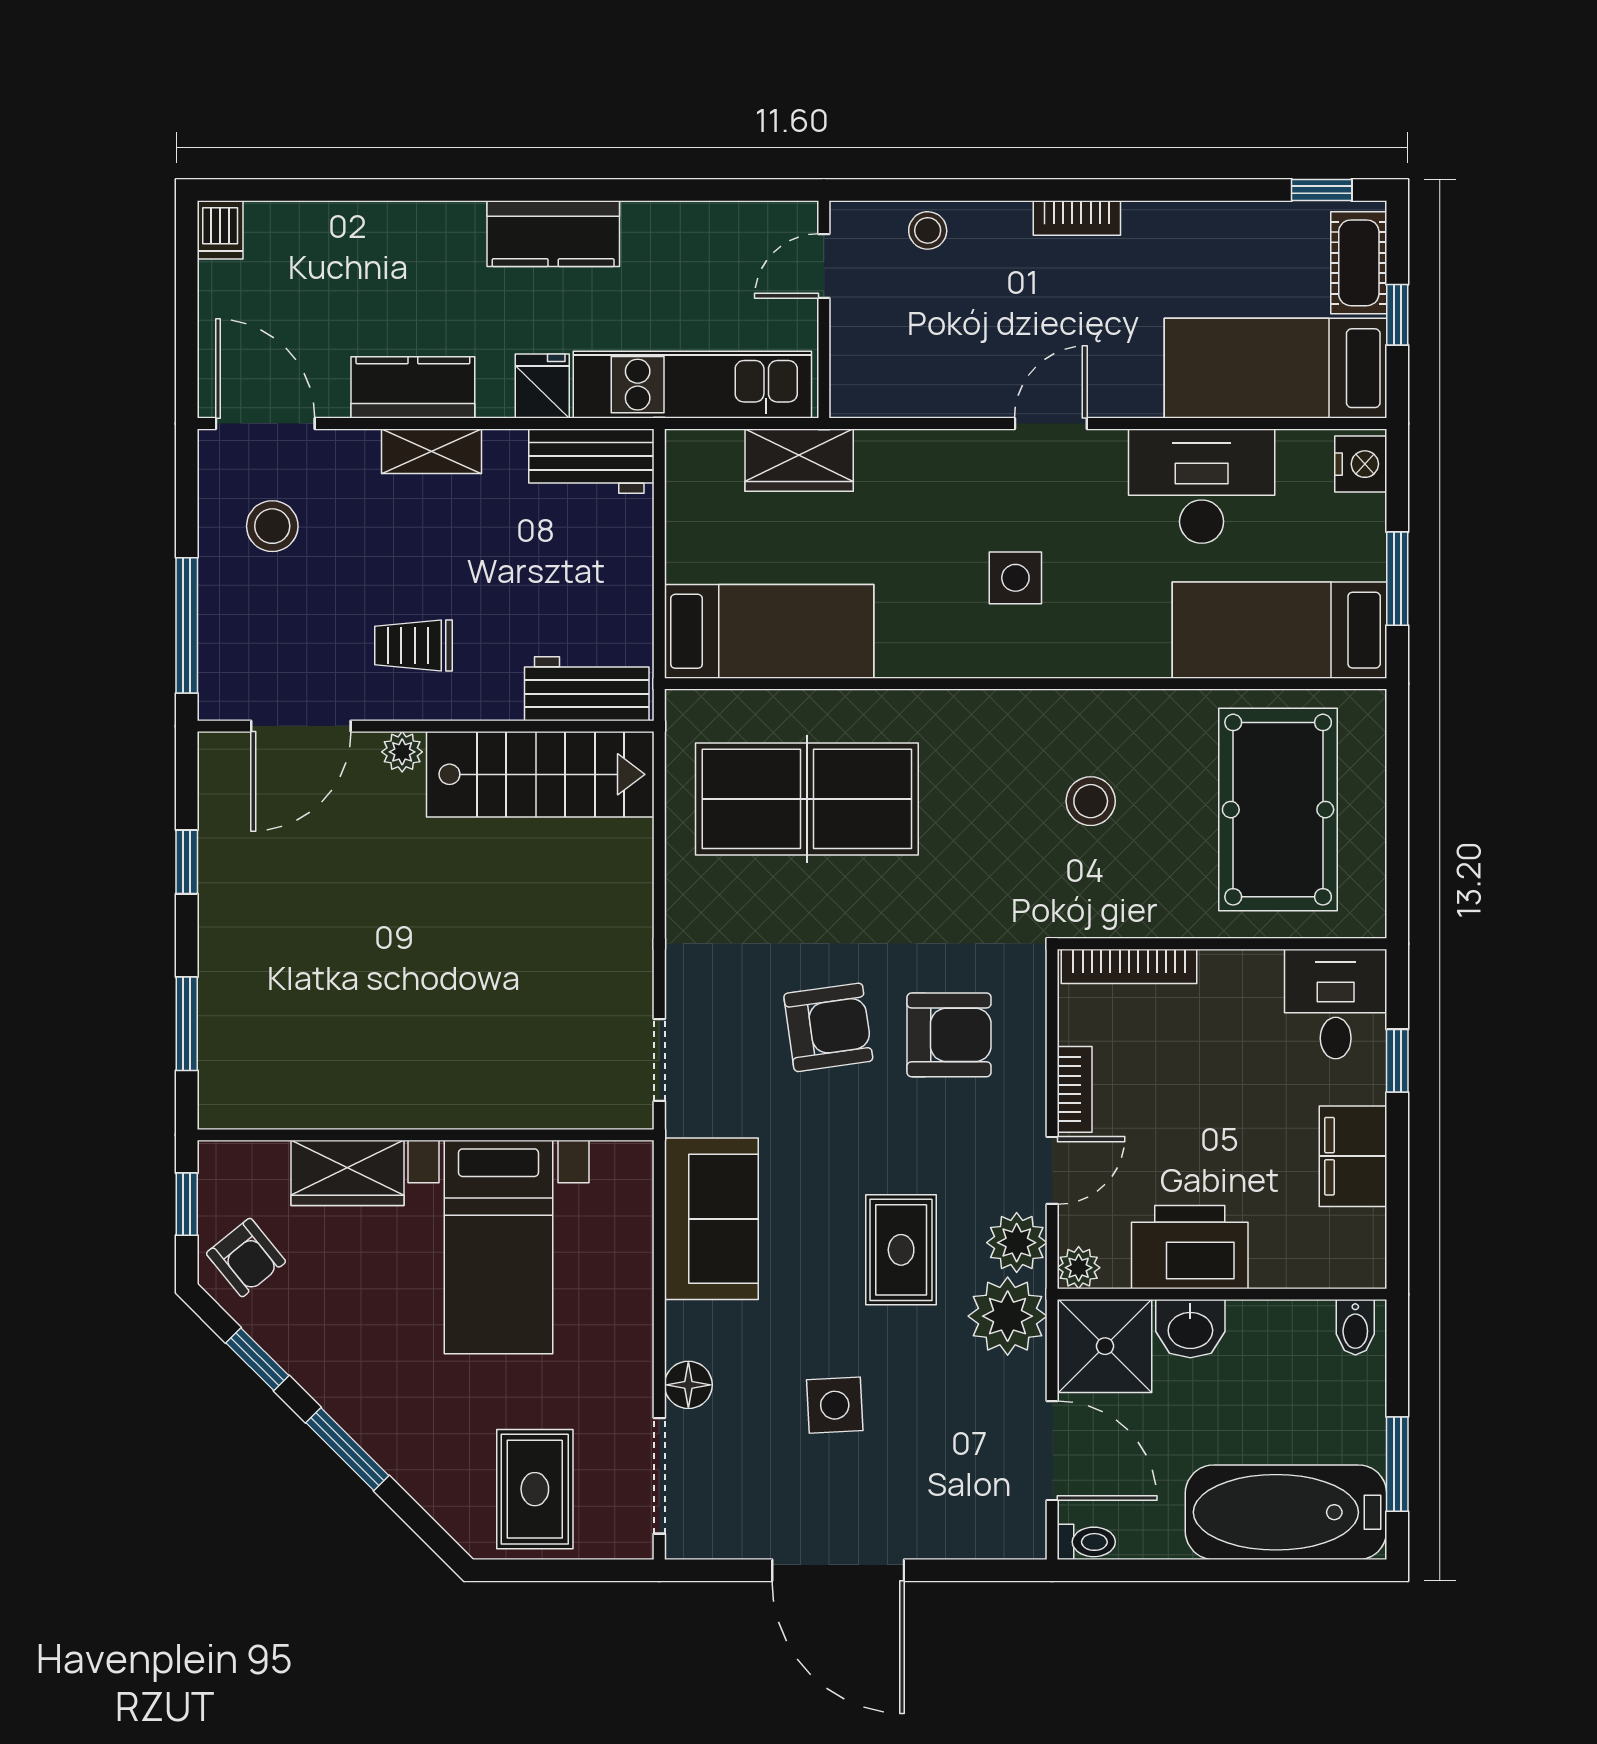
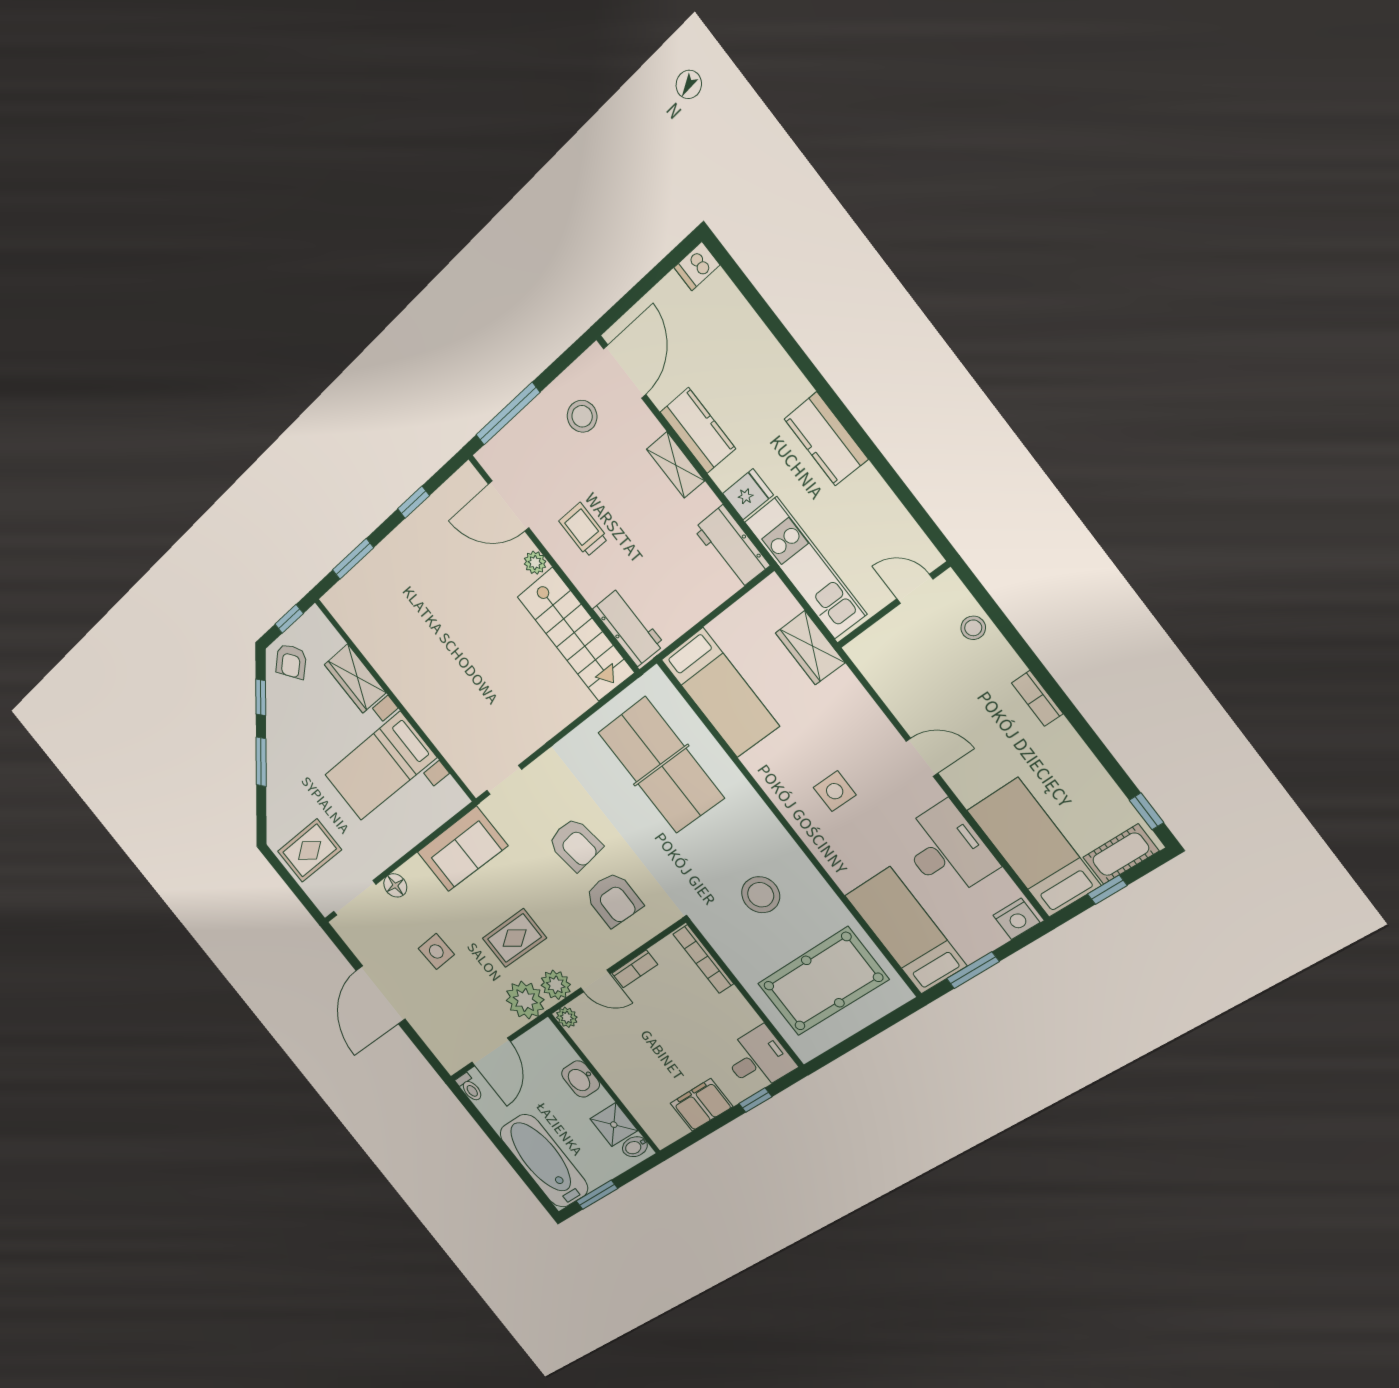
stool: (1091, 801) -> (761, 895), width x1.38, depth x1.38
printer: (1190, 1247) -> (611, 1059), removed
shower: (1105, 1346) -> (614, 1125), moved, width x0.73, depth x0.73

